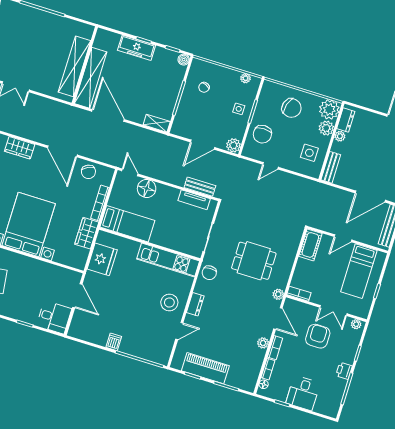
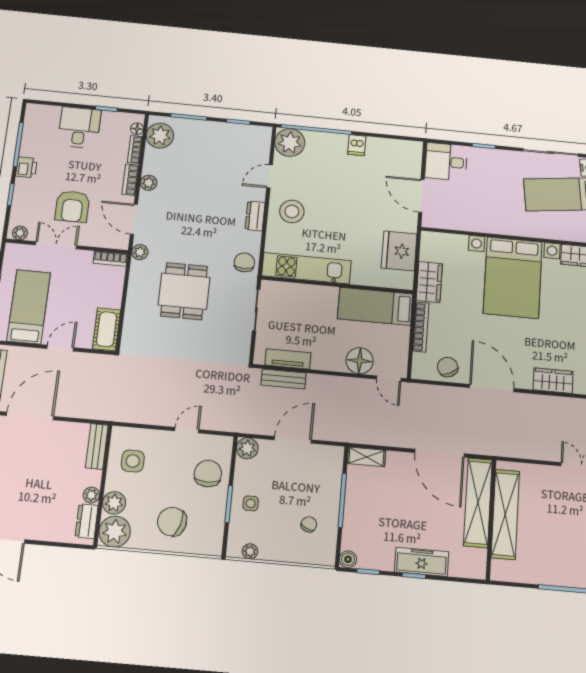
dining table: (254, 261) -> (184, 291), turned 90
plant: (160, 353) -> (290, 143), added
piano: (205, 368) -> (223, 135), removed
plant: (249, 376) -> (160, 136), added

